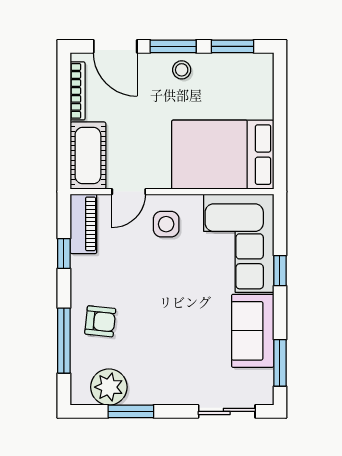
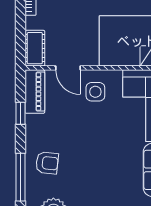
cot: (88, 156) -> (35, 48), width x0.73, depth x0.75
door: (129, 192) -> (68, 68), hinge flipped

